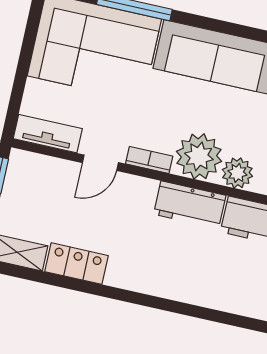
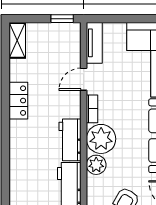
door: (100, 163) -> (84, 79), hinge flipped
locker: (76, 264) -> (18, 101), moved

